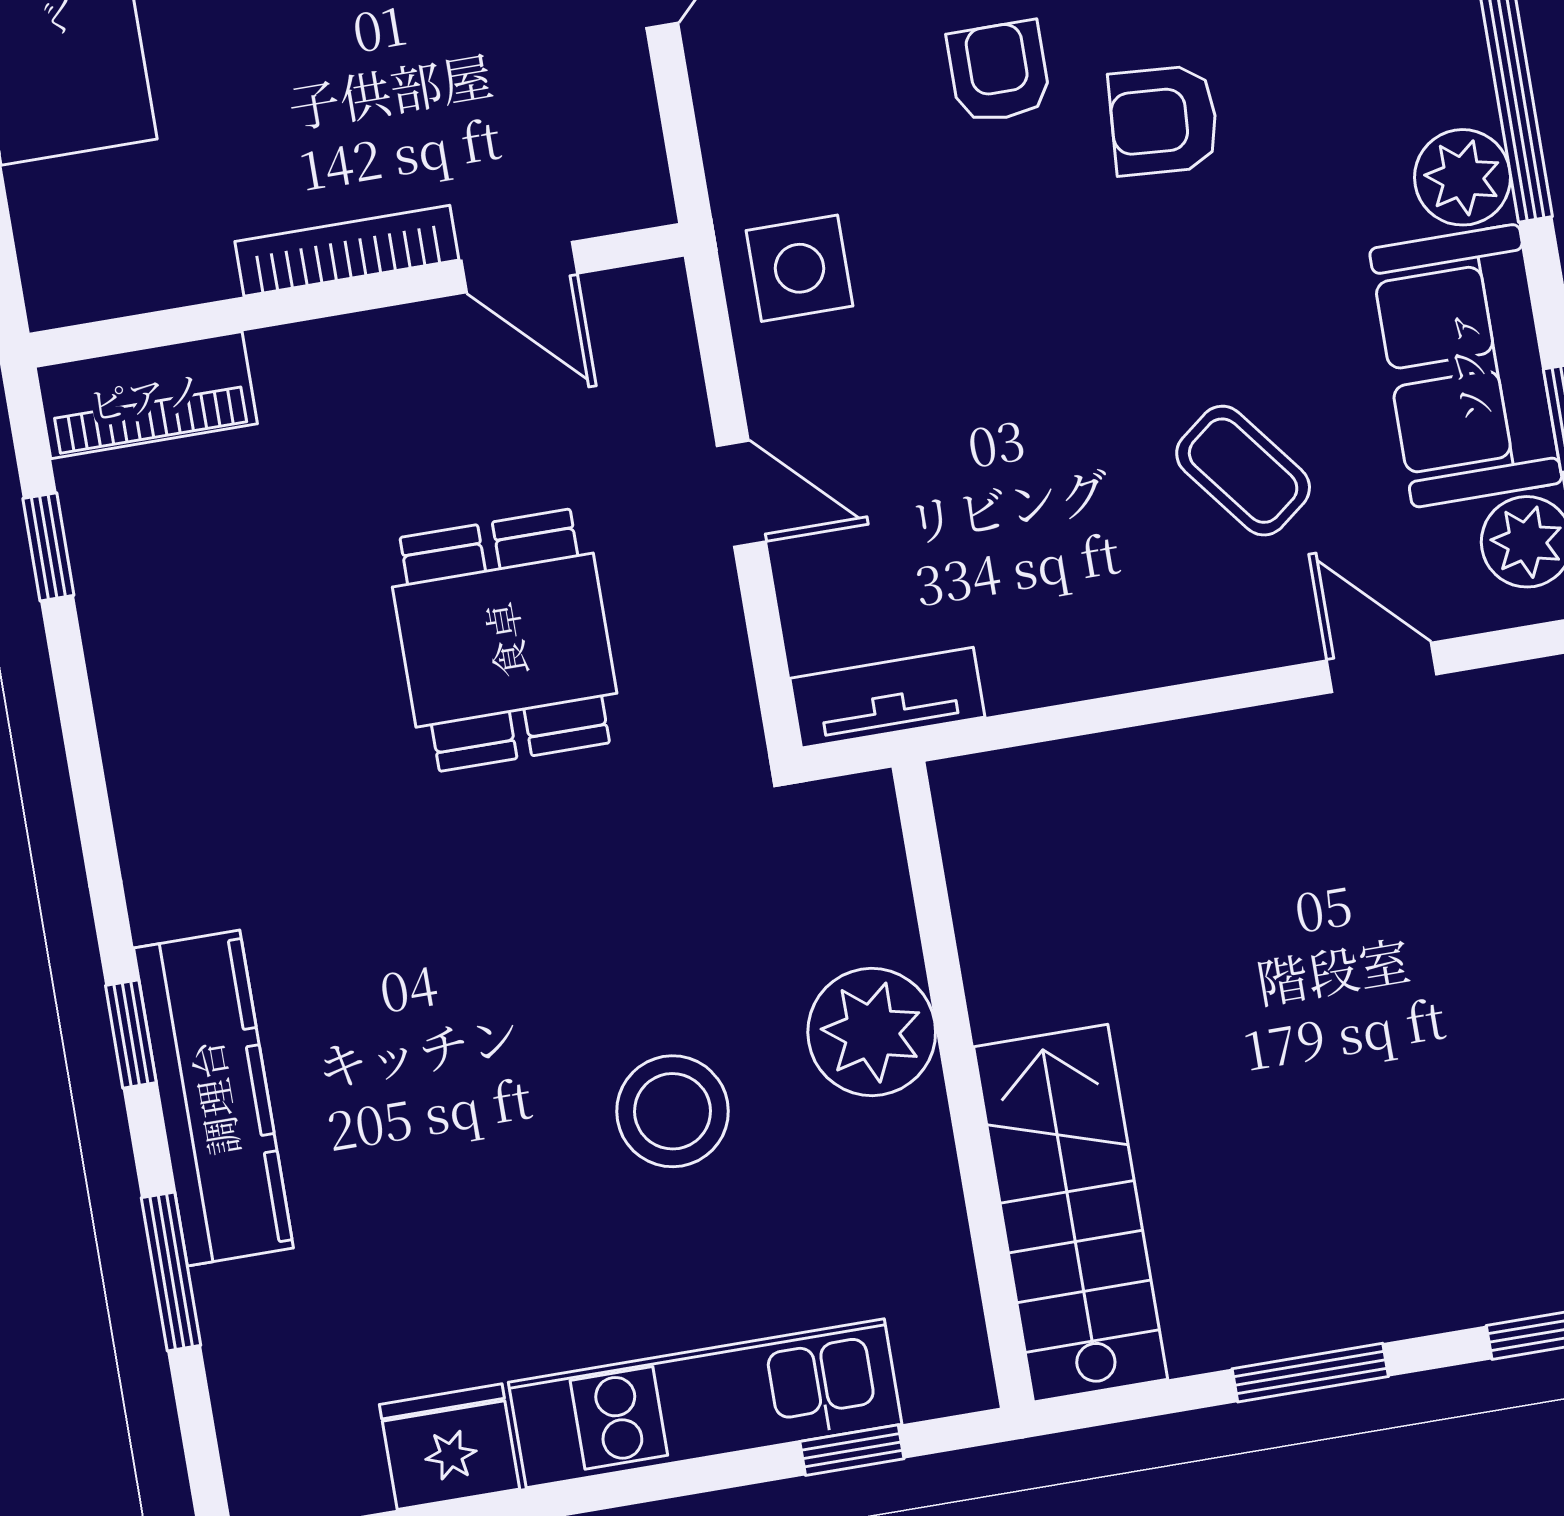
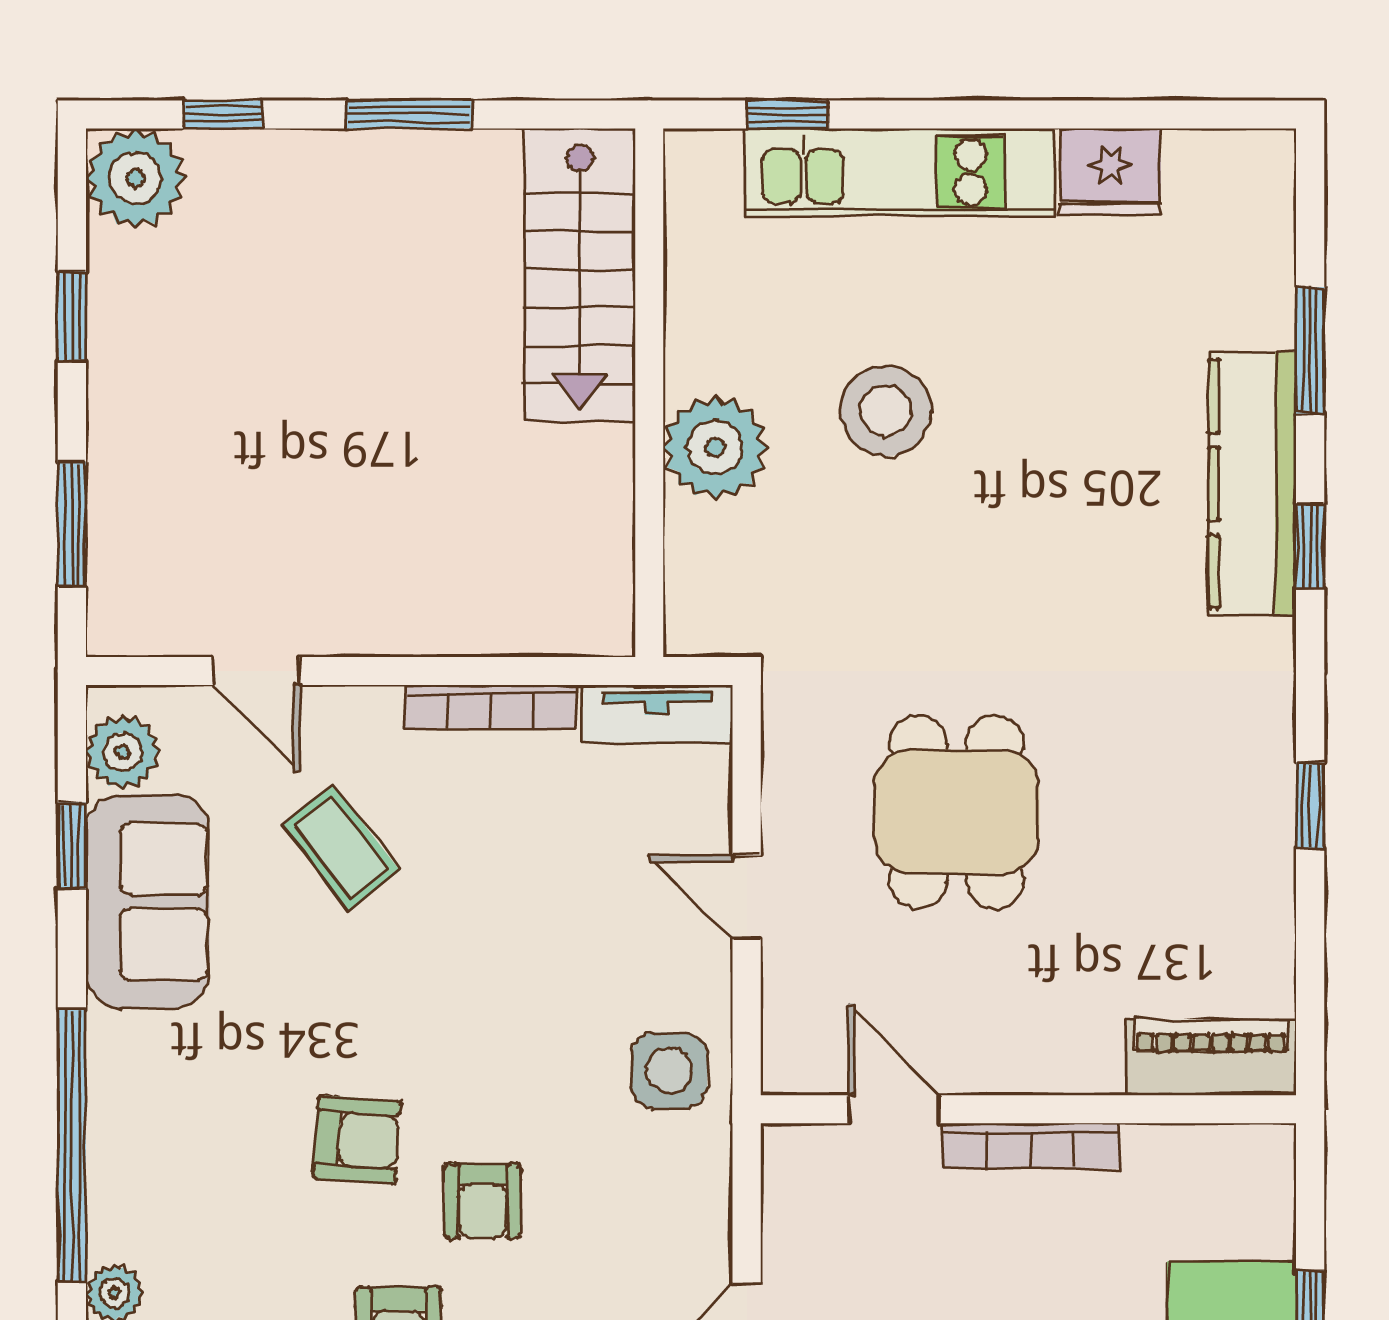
plant: (1463, 177) -> (125, 1053), removed
window: (48, 547) -> (1310, 805), moved
bookcase: (1091, 672) -> (490, 707), added

